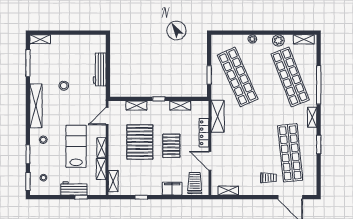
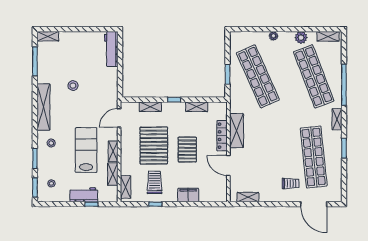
workbench: (100, 69) -> (111, 49), moved
shelving: (218, 116) -> (237, 131), moved
trolley: (195, 183) -> (155, 182), moved

